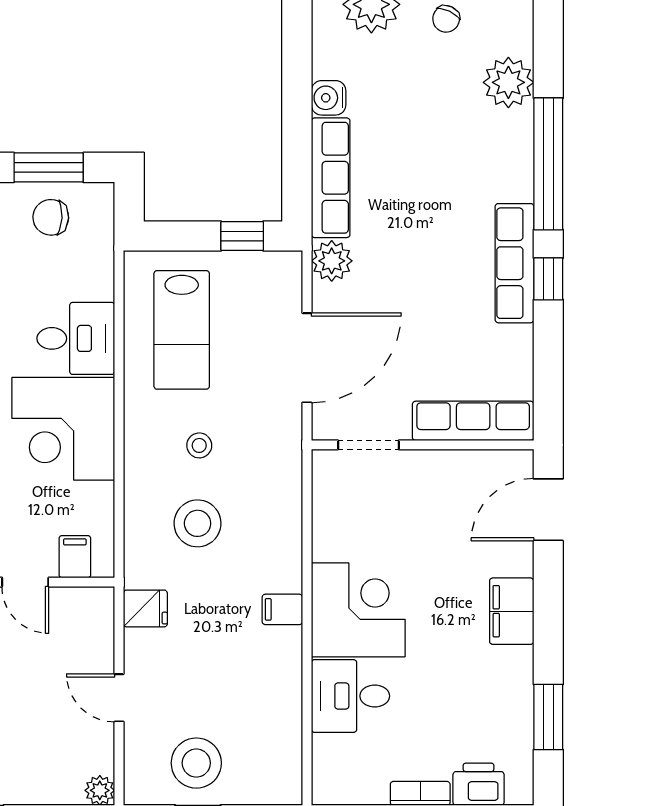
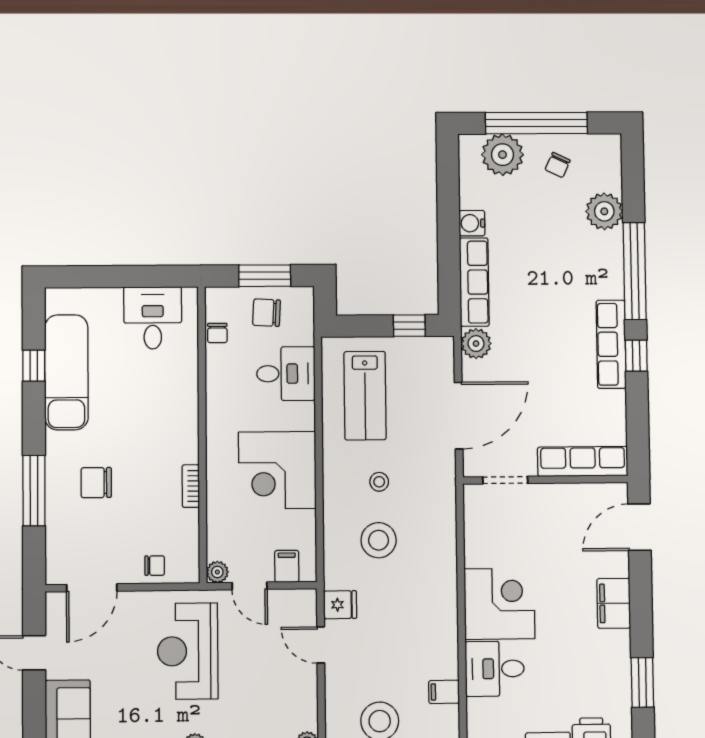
desk: (76, 338) -> (286, 374), moved
filing cabinet: (282, 609) -> (444, 692), moved
door: (119, 698) -> (321, 645), moved

